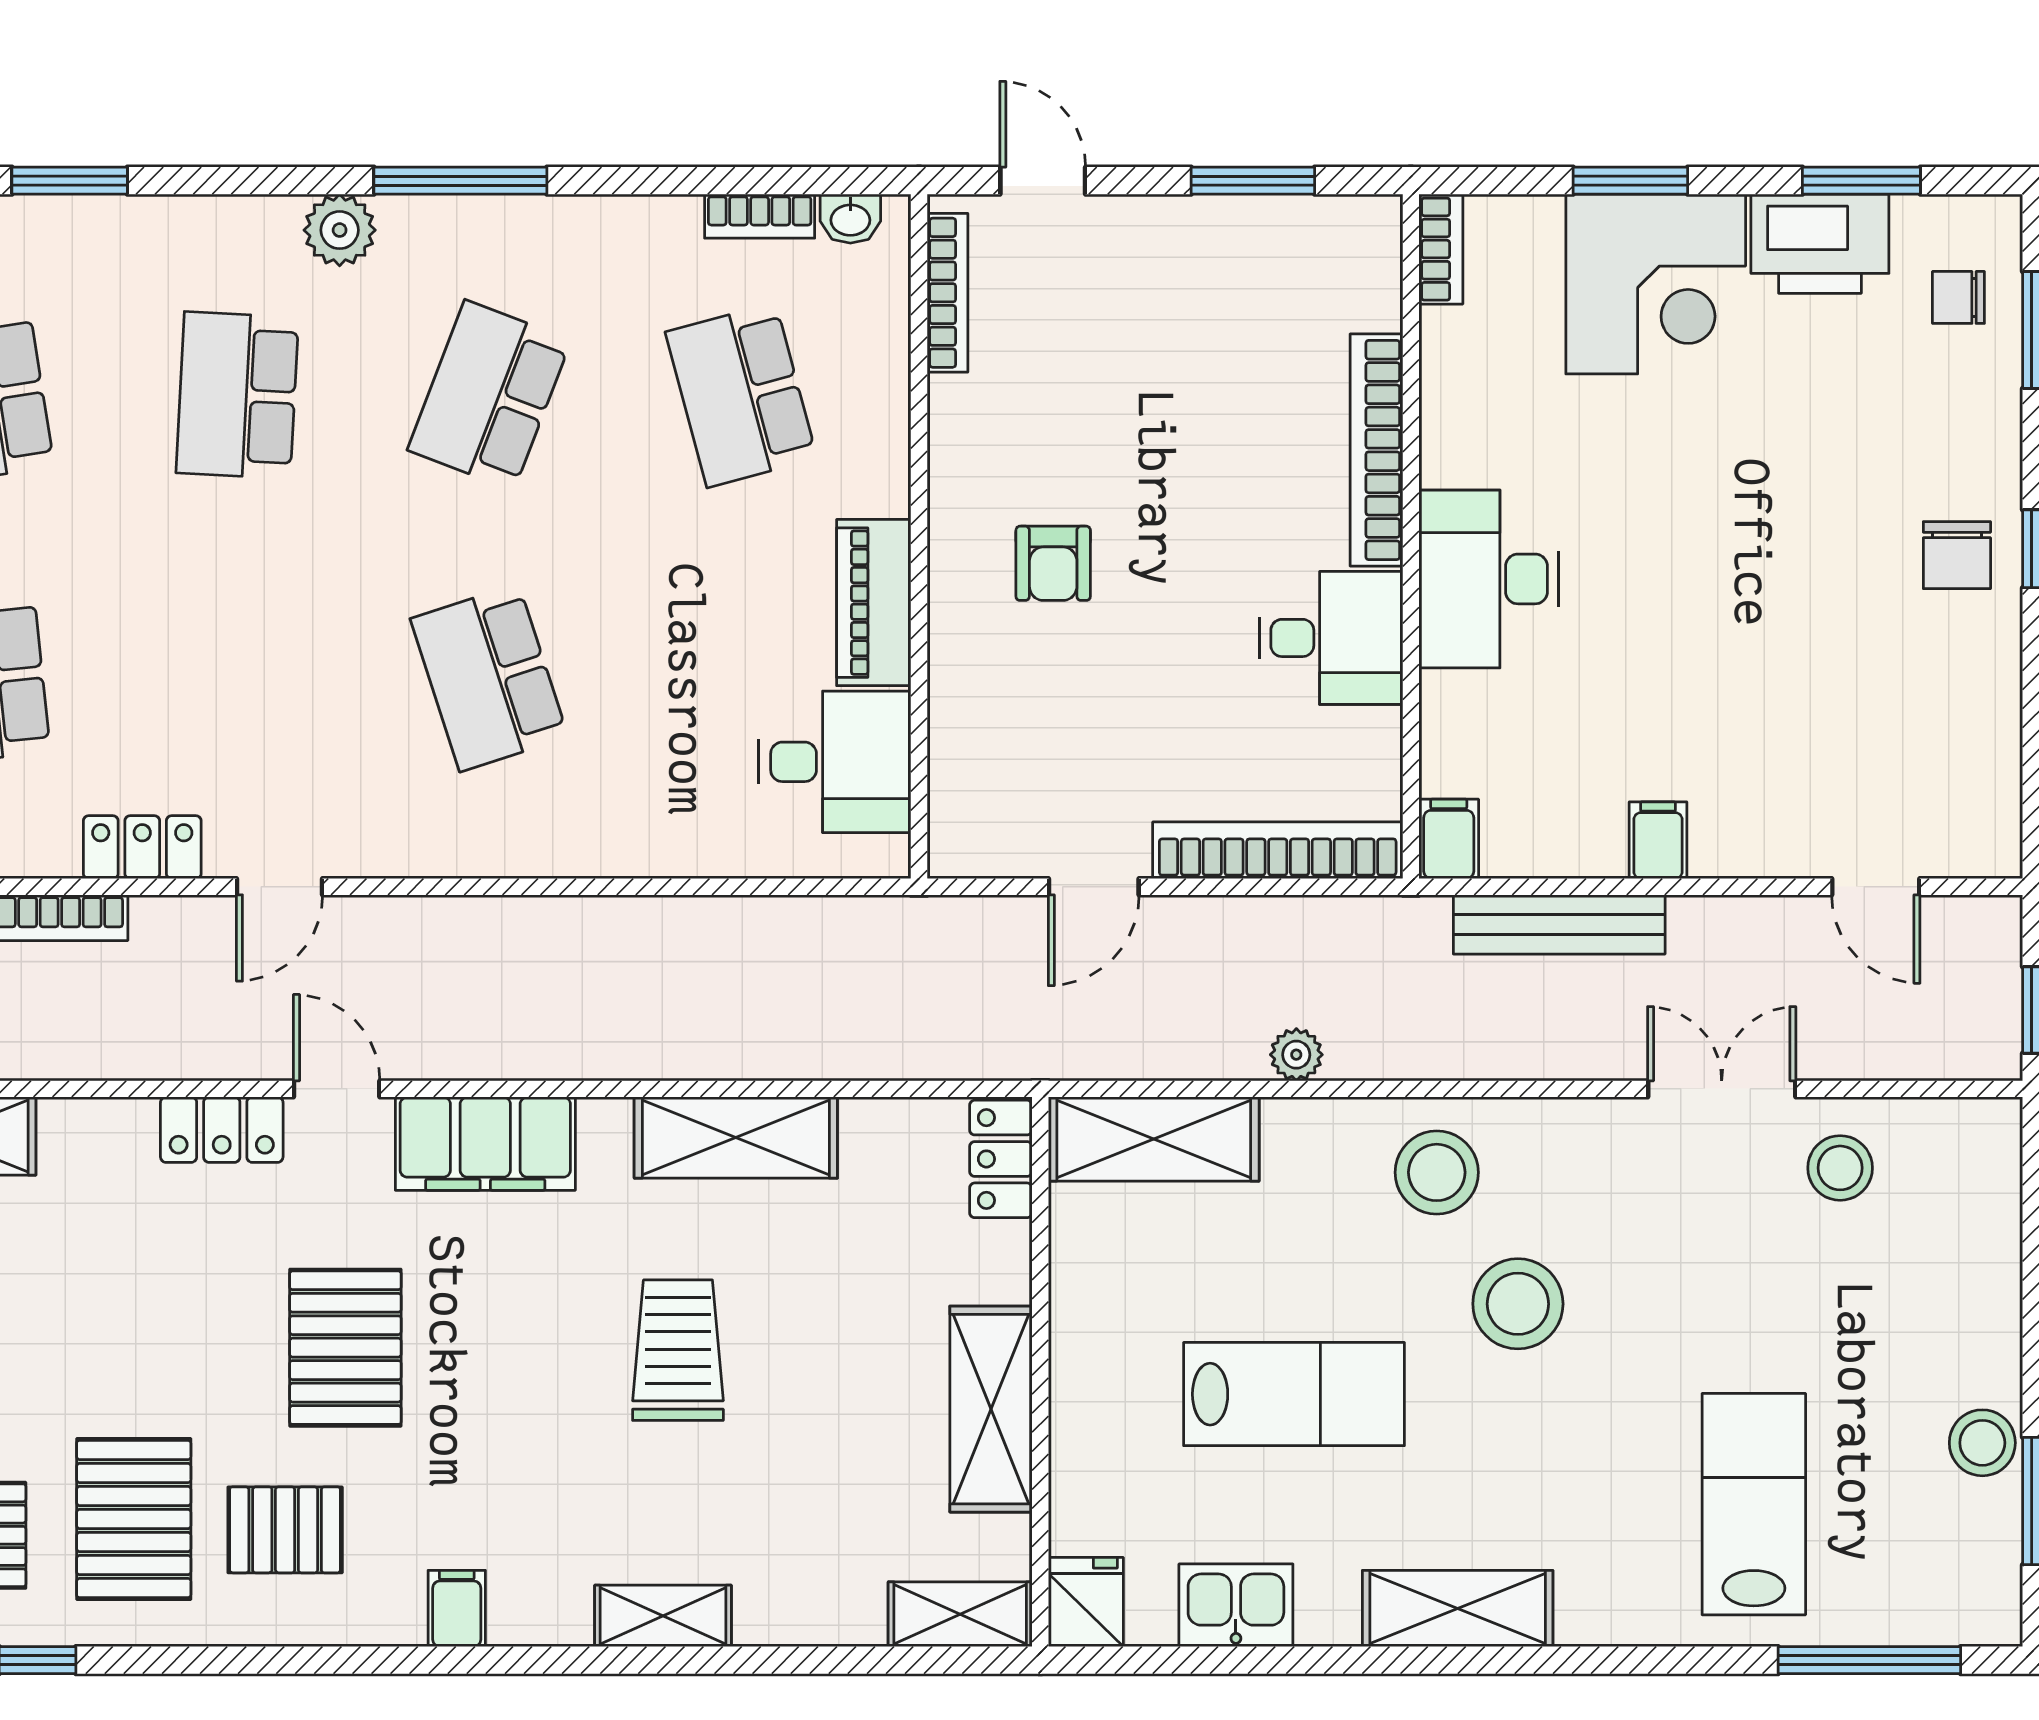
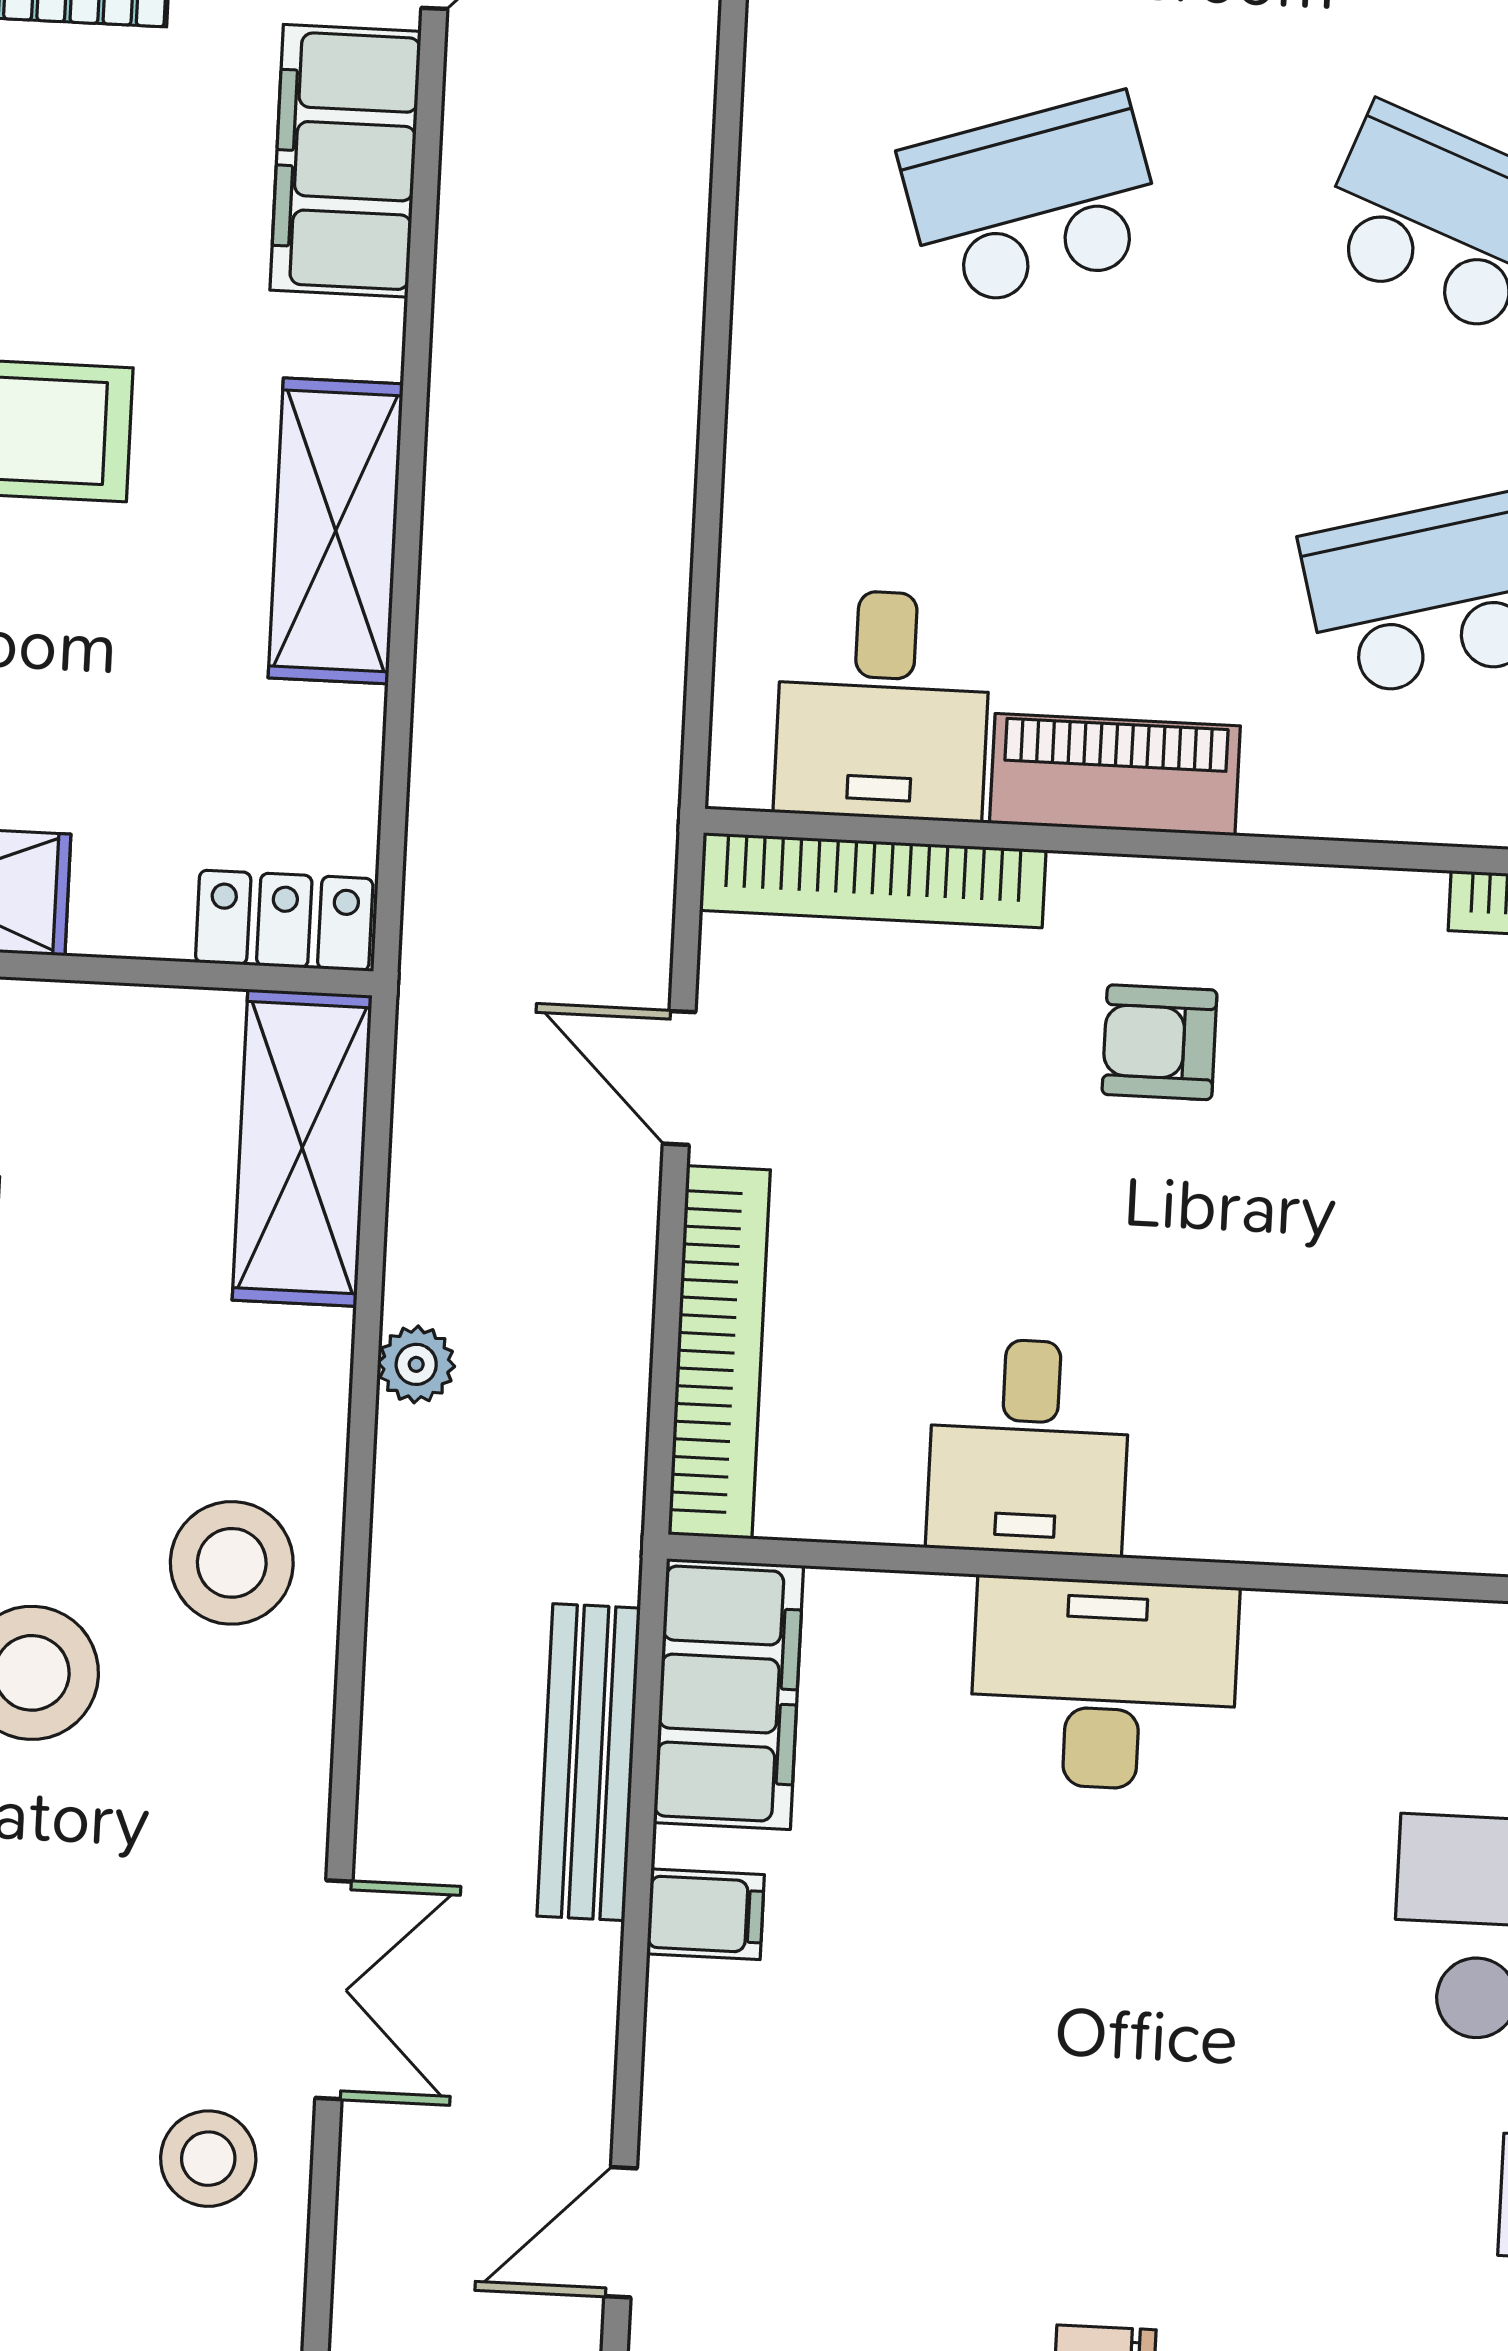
bookcase: (1376, 450) -> (873, 880), moved, turned 180
filing cabinet: (1449, 839) -> (729, 1694), width x3.00, depth x1.17

